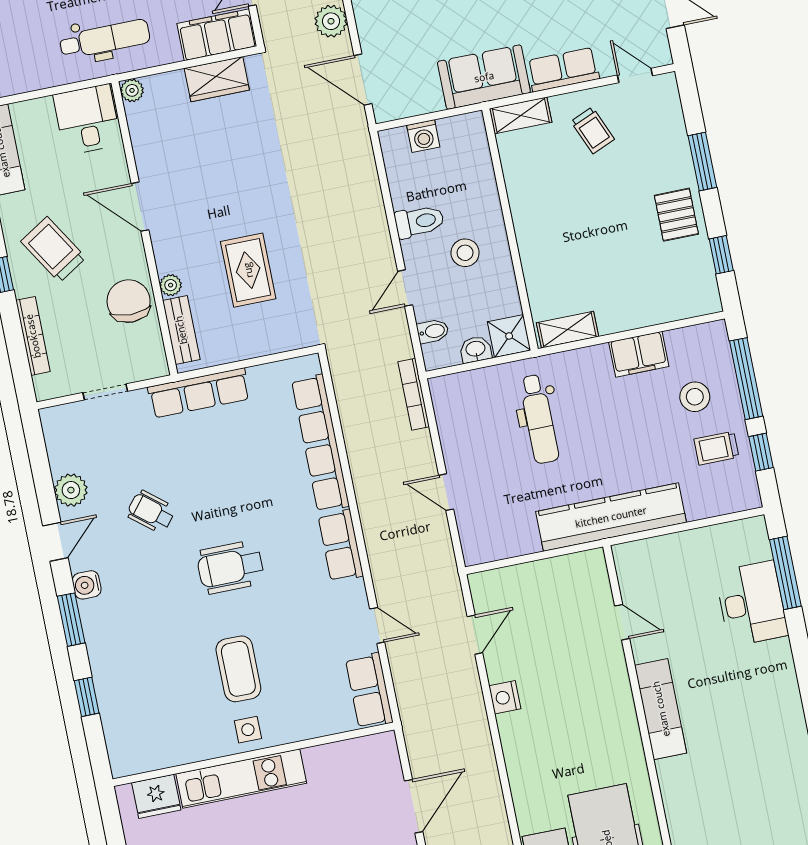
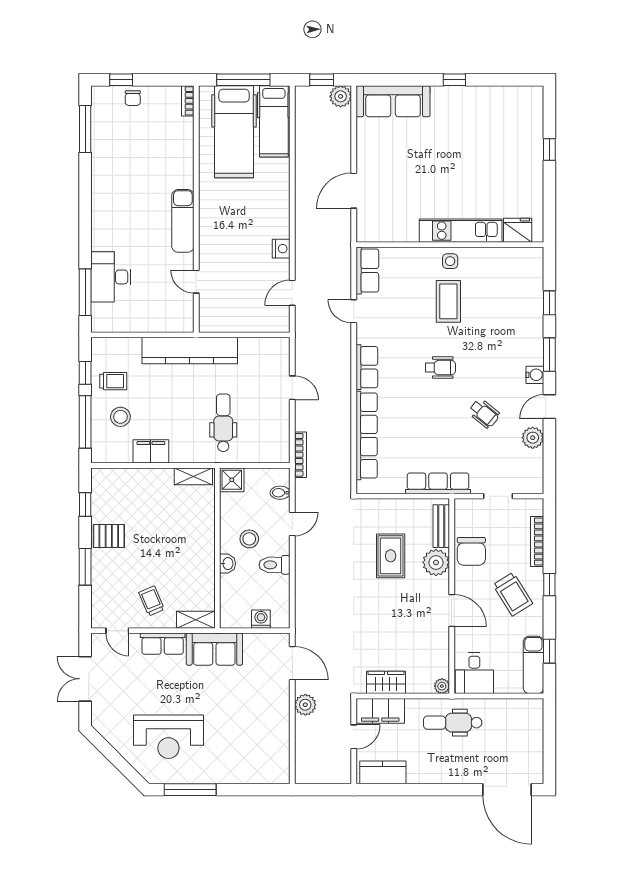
pallet: (676, 215) -> (109, 536), turned 90
plant: (171, 285) -> (436, 562), width x1.88, depth x1.88
washbasin: (476, 349) -> (227, 564), moved, turned -90
wheelchair: (230, 567) -> (440, 368), width x0.73, depth x0.73

